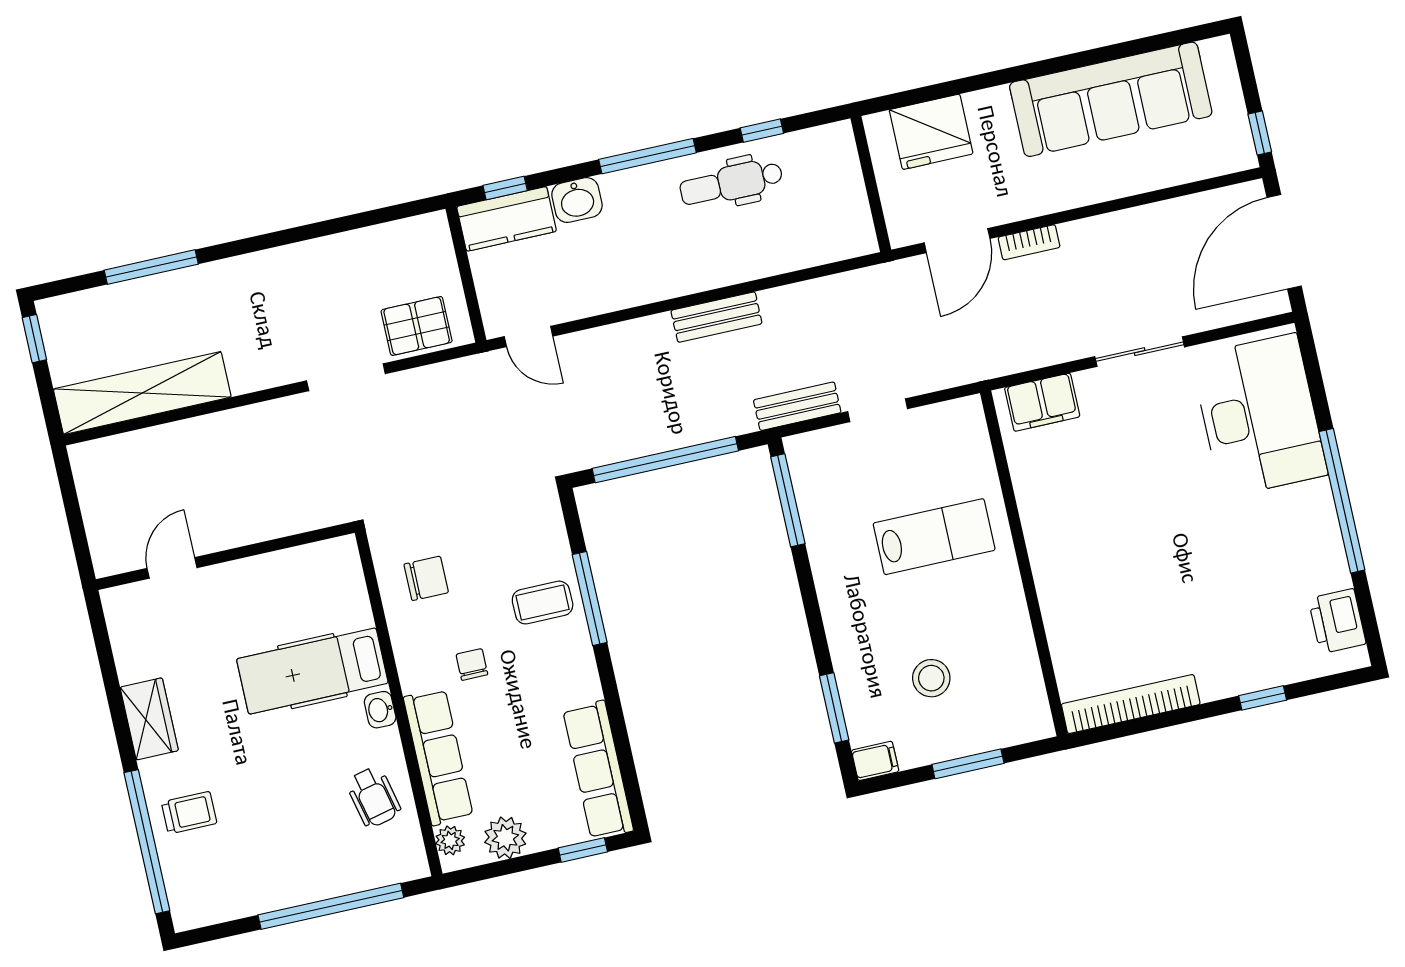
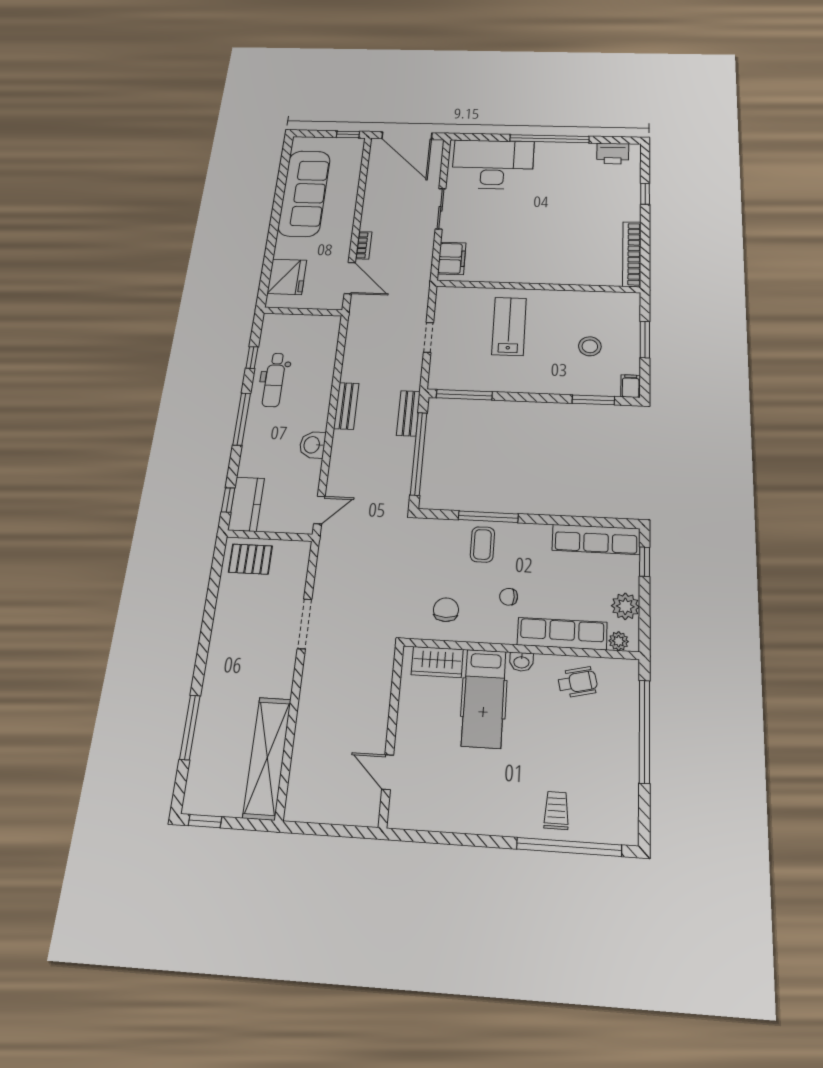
washbasin: (577, 200) -> (312, 445), moved, turned 180
pallet: (417, 326) -> (250, 559), moved, turned 90
bench: (797, 406) -> (408, 413), moved
wardrobe: (149, 719) -> (437, 662), moved, turned 180

